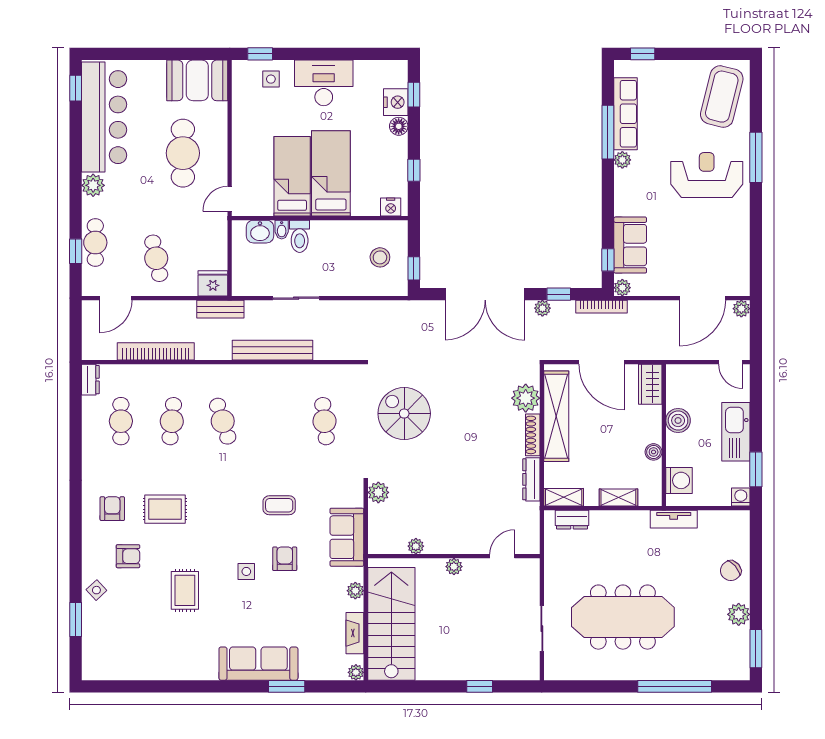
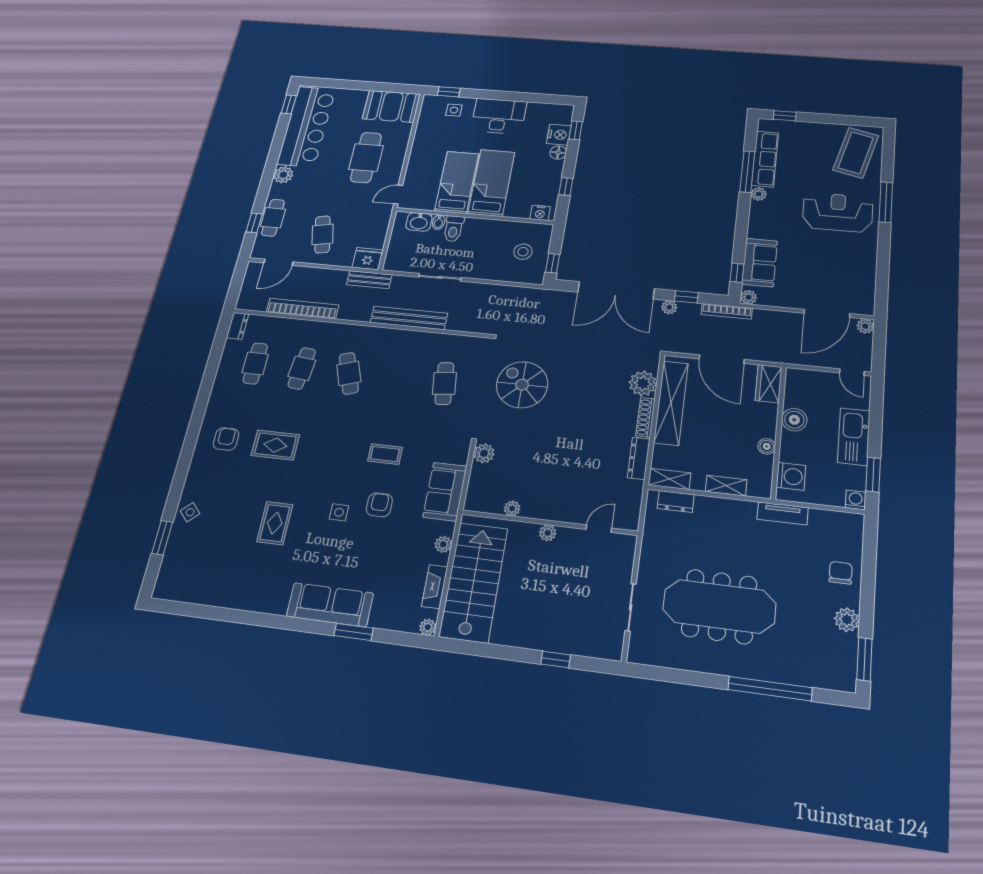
armchair: (128, 556) -> (229, 484), removed
chair: (731, 571) -> (841, 573), turned 131

